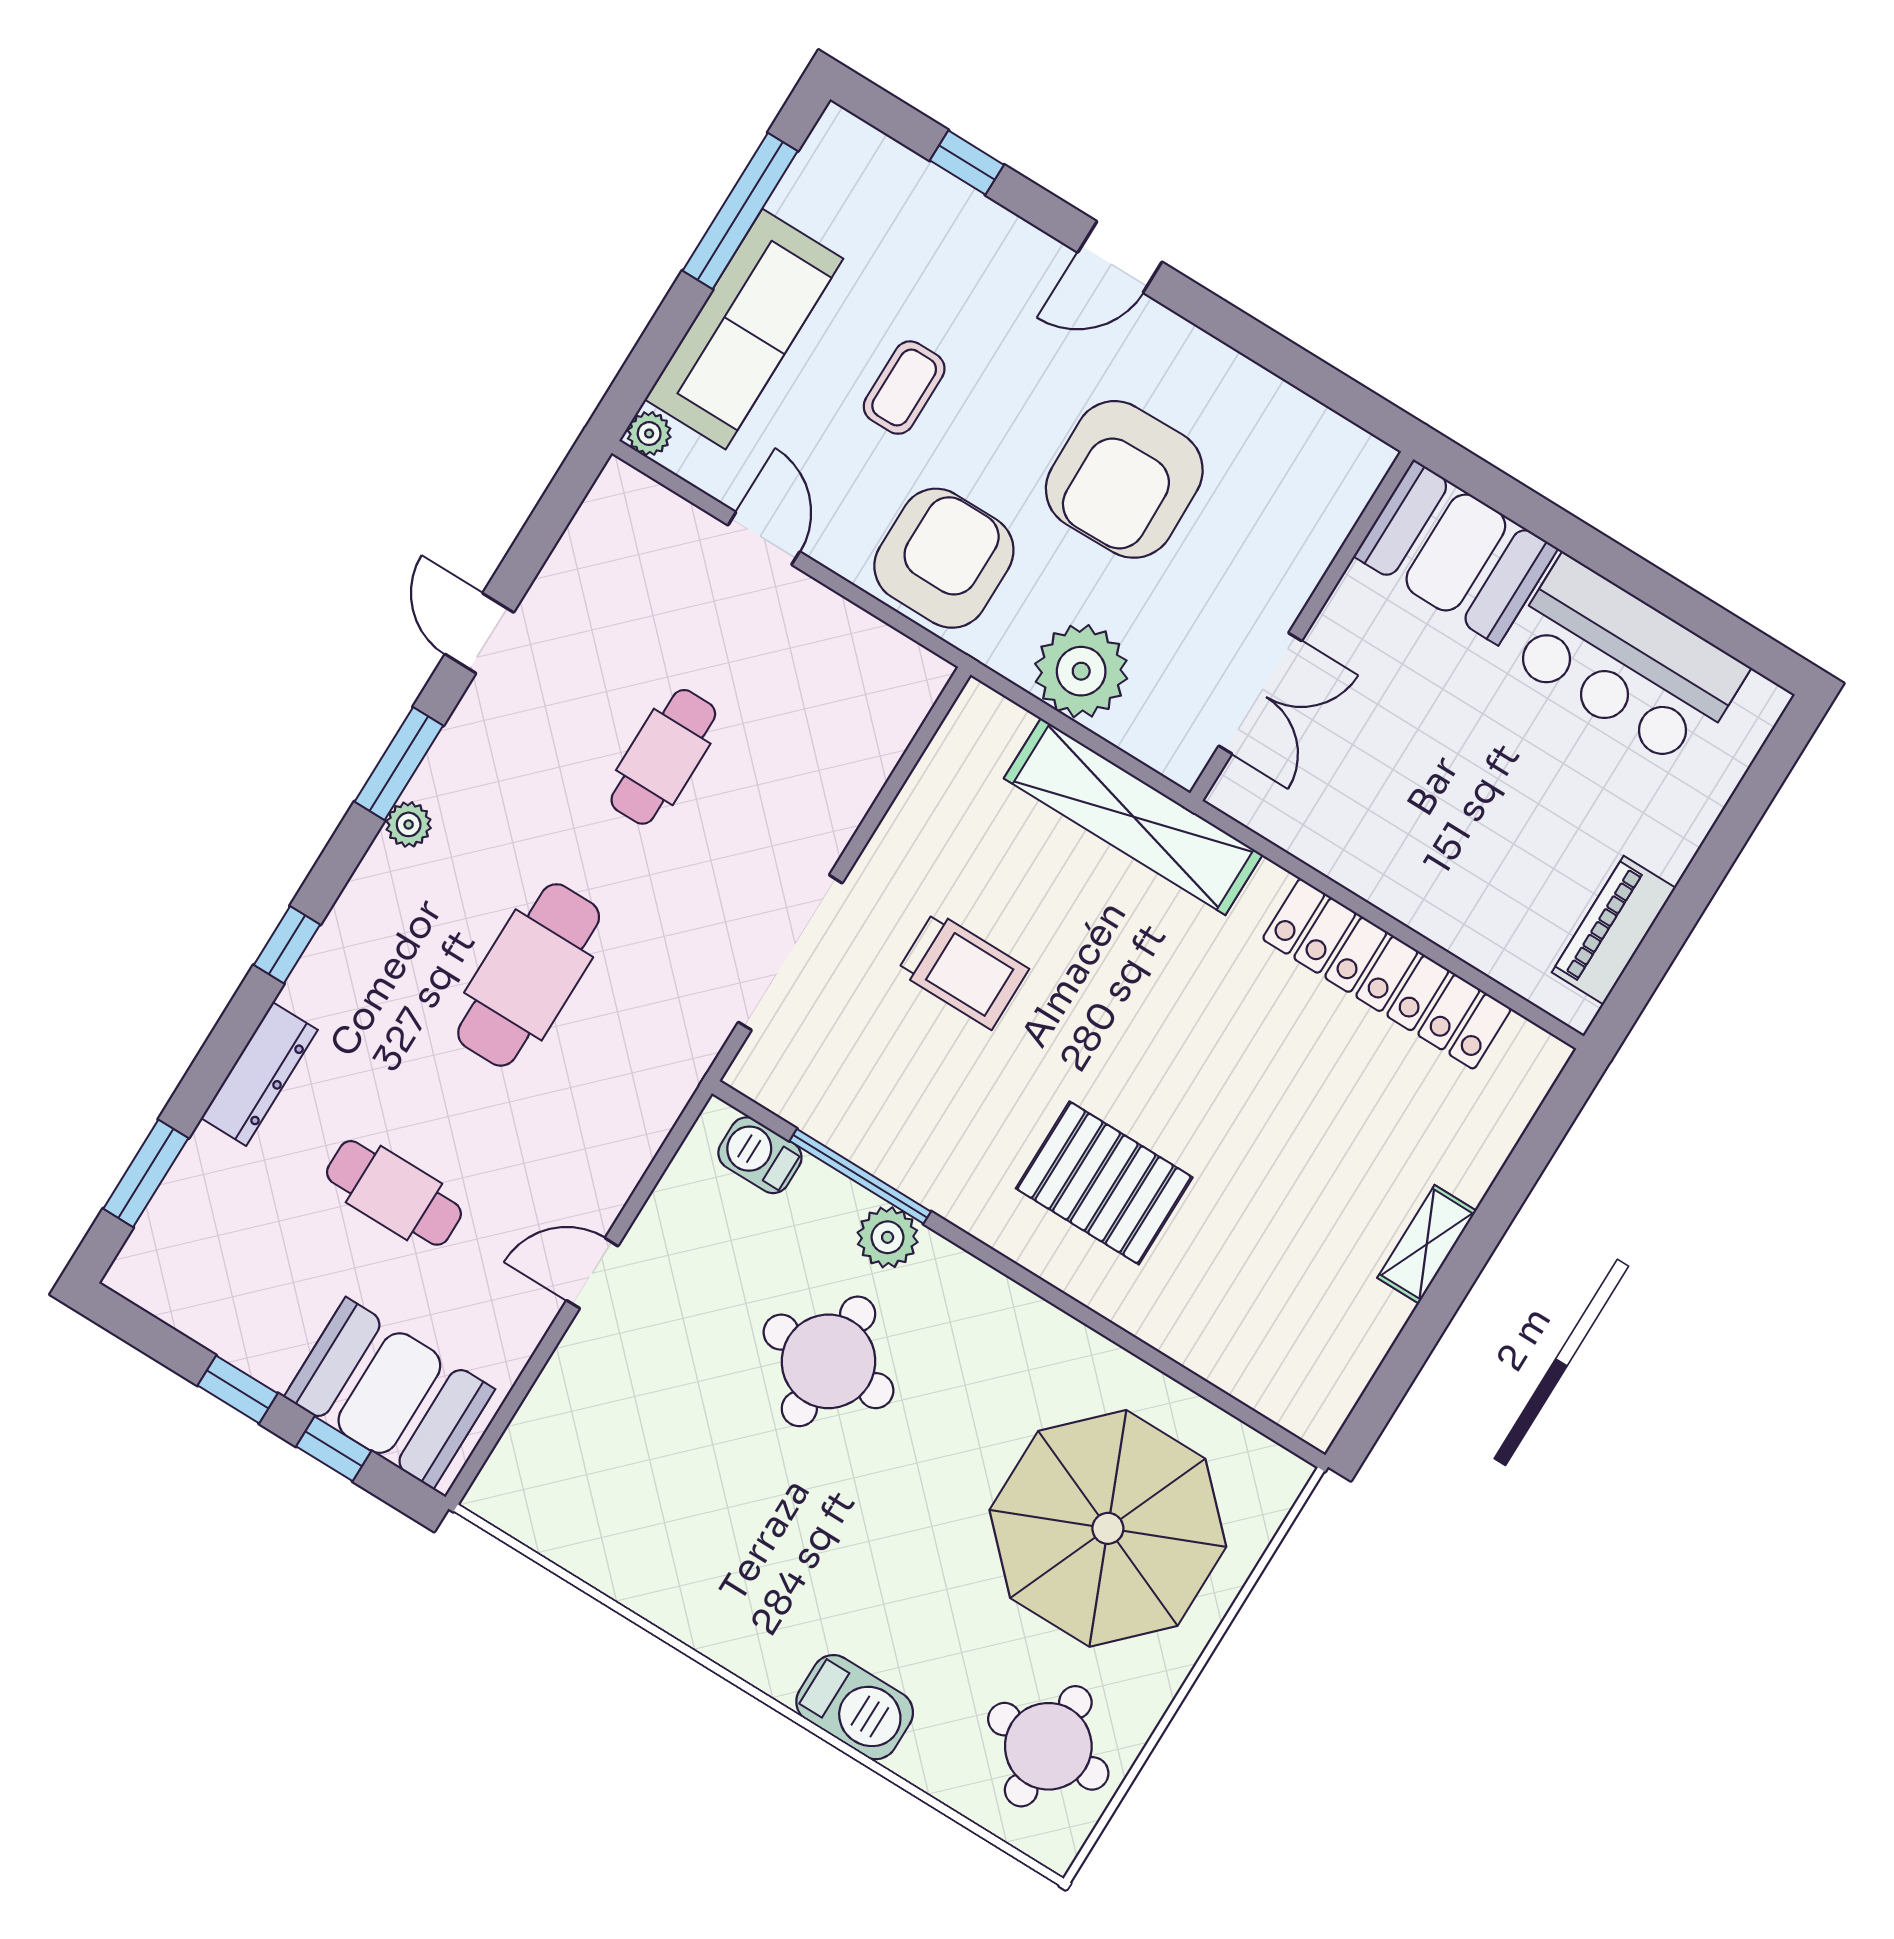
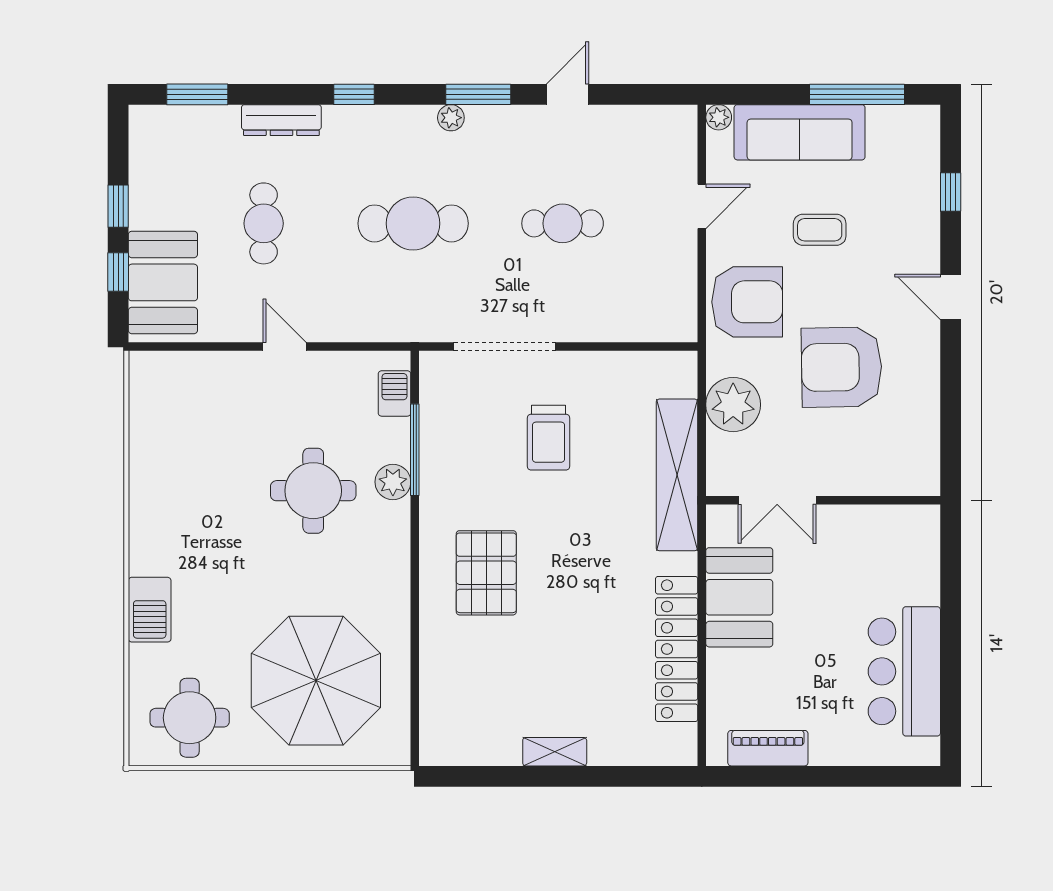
booth: (1456, 552) -> (739, 597), moved

